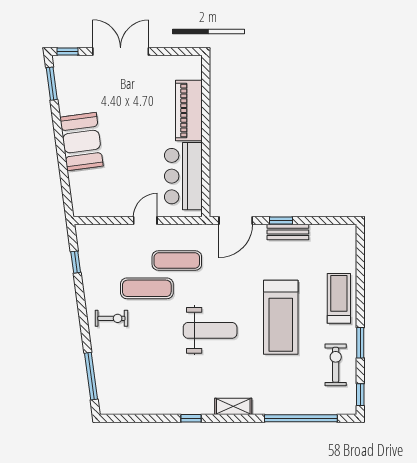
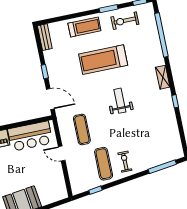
bench: (288, 232) -> (45, 37), moved
exercise mat: (147, 288) -> (104, 164), moved
treadmill: (339, 298) -> (84, 27), turned 180
treadmill: (281, 317) -> (103, 60), turned 180
weight bench: (210, 330) -> (120, 101), width x0.73, depth x0.75

